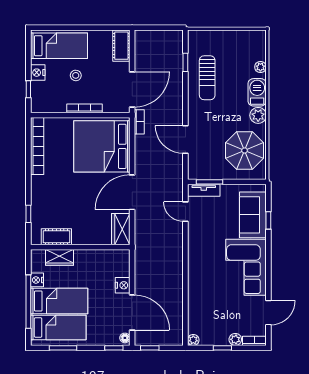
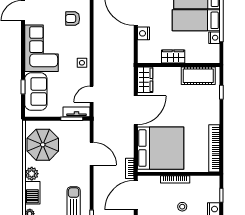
door: (185, 212) -> (92, 94), swing flipped
cot: (56, 237) -> (198, 76), width x1.37, depth x1.34
side table: (197, 250) -> (82, 63), added
wardrobe: (60, 257) -> (173, 56), moved
armchair: (208, 303) -> (73, 19), added

